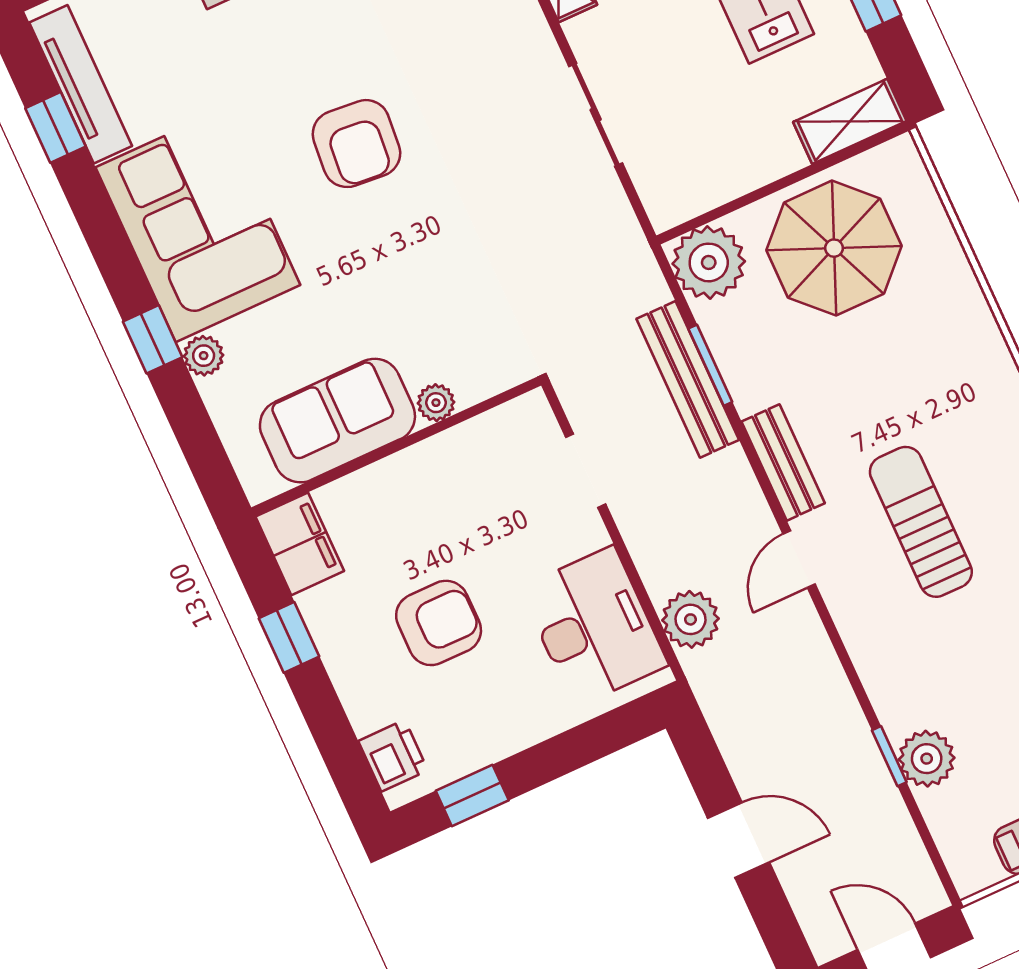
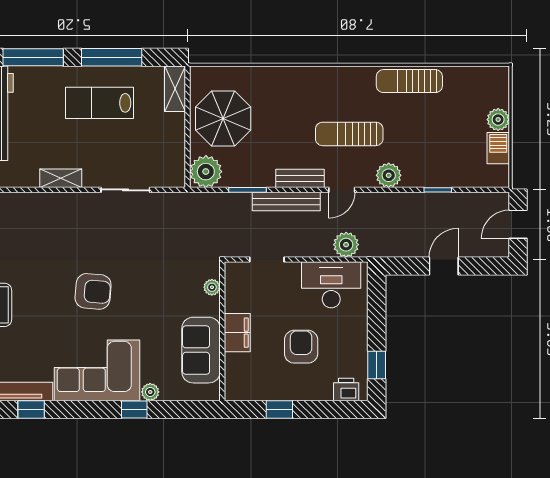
bench: (688, 379) -> (286, 202), moved
plant: (436, 403) -> (212, 287), moved
filing cabinet: (300, 544) -> (237, 333), moved, turned 90
door: (799, 559) -> (342, 190), hinge flipped
plant: (927, 759) -> (389, 175), moved

